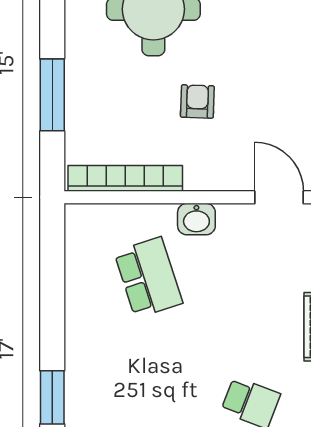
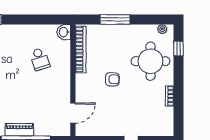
washbasin: (196, 219) -> (64, 32), moved
school desk: (148, 278) -> (40, 59), width x0.54

